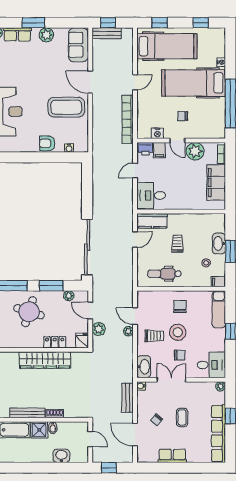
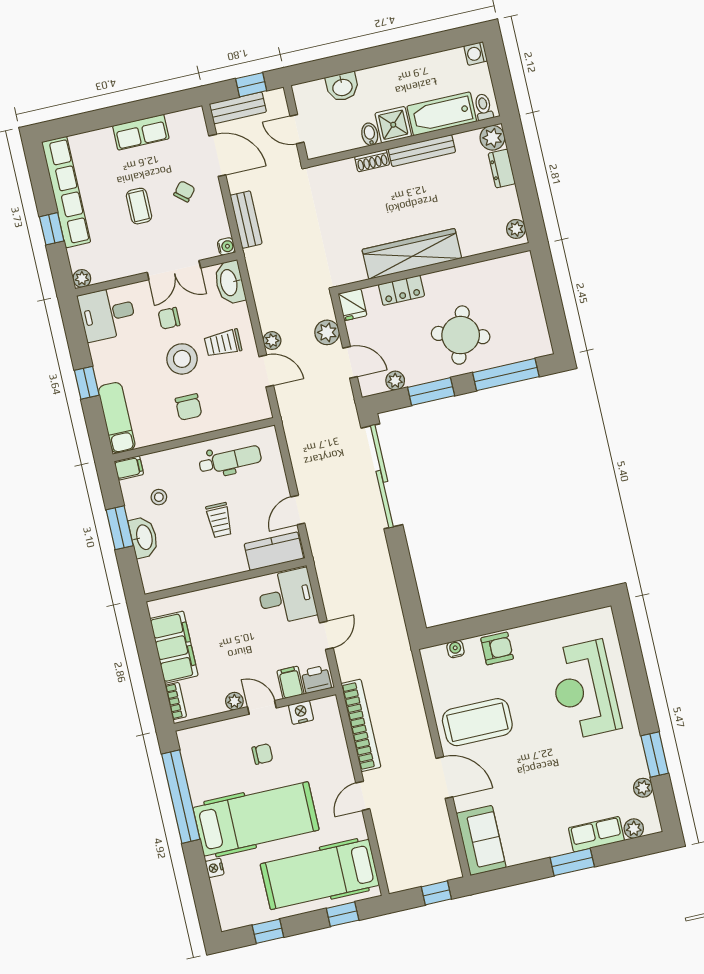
bench: (107, 33) -> (238, 108), moved
plant: (46, 35) -> (543, 845), removed
plant: (195, 151) -> (234, 701), width x0.53, depth x0.53

